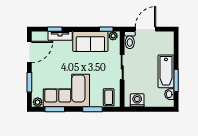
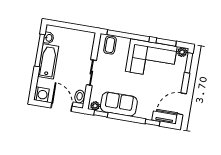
door: (146, 29) -> (62, 107), swing flipped
tv unit: (60, 36) -> (165, 117), moved
window: (176, 80) -> (40, 50), width x1.44
window: (29, 82) -> (189, 63), moved
washing machine: (137, 100) -> (41, 94), moved, turned -90
window: (93, 109) -> (128, 36), width x2.11

